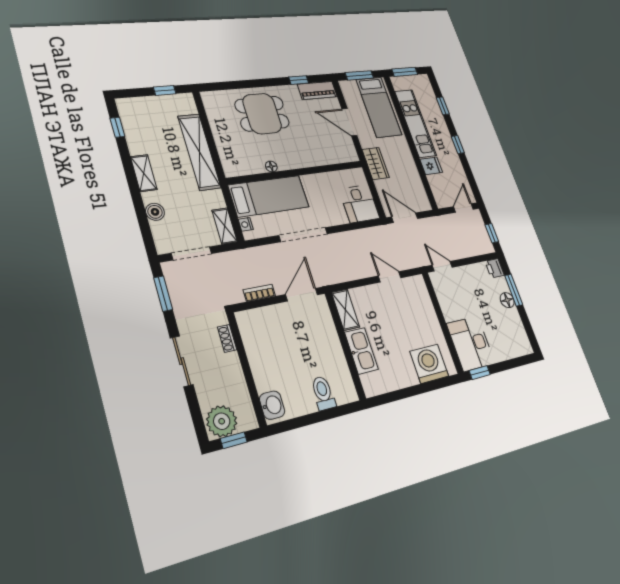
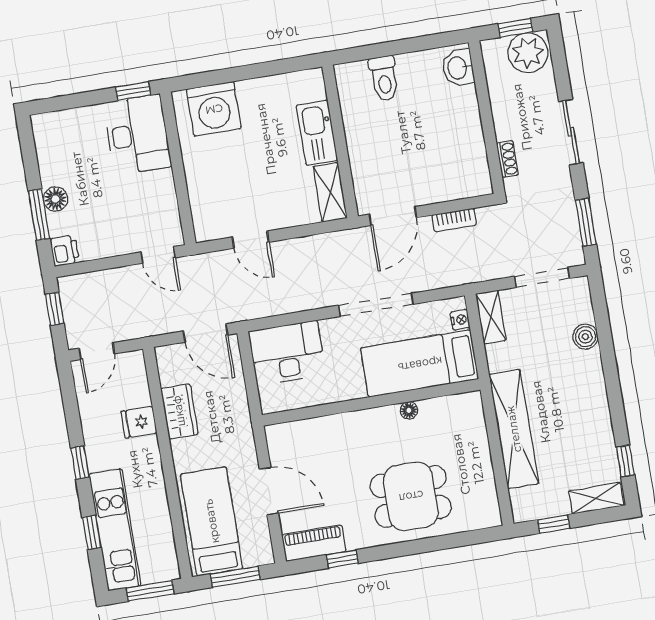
kitchen unit: (416, 123) -> (115, 530), moved, turned 180
wardrobe: (376, 163) -> (179, 411), moved, turned 180
shelving: (144, 173) -> (596, 498), moved, turned 90
desk: (359, 204) -> (287, 353), width x1.37

